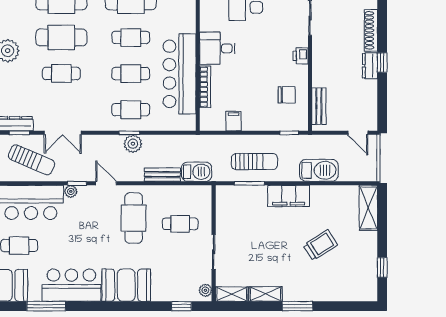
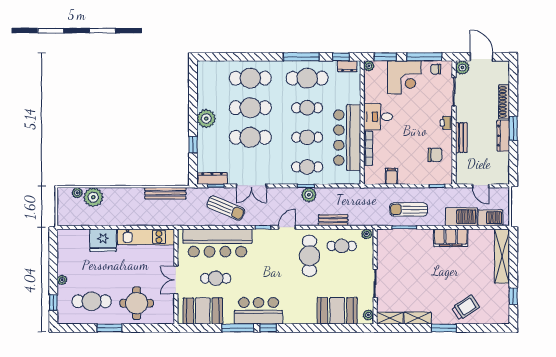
window: (382, 63) -> (513, 128), width x1.50
dresser: (370, 66) -> (503, 136), width x1.44
cafe table: (61, 74) -> (250, 137), width x1.37, depth x1.35
bench: (319, 106) -> (461, 138), moved
door: (358, 133) -> (481, 186), moved
sun lounger: (254, 162) -> (409, 209), turned 180
barbecue: (197, 172) -> (490, 218), moved
door: (106, 183) -> (287, 227), hinge flipped
plant: (71, 191) -> (367, 234), moved
filing cabinet: (289, 196) -> (451, 238), moved
shelving: (368, 208) -> (502, 256), width x1.47
cafe table: (180, 224) -> (342, 246), moved
trolley: (320, 245) -> (466, 307), moved
booth: (126, 285) -> (337, 311), moved
window: (181, 306) -> (268, 328), moved

